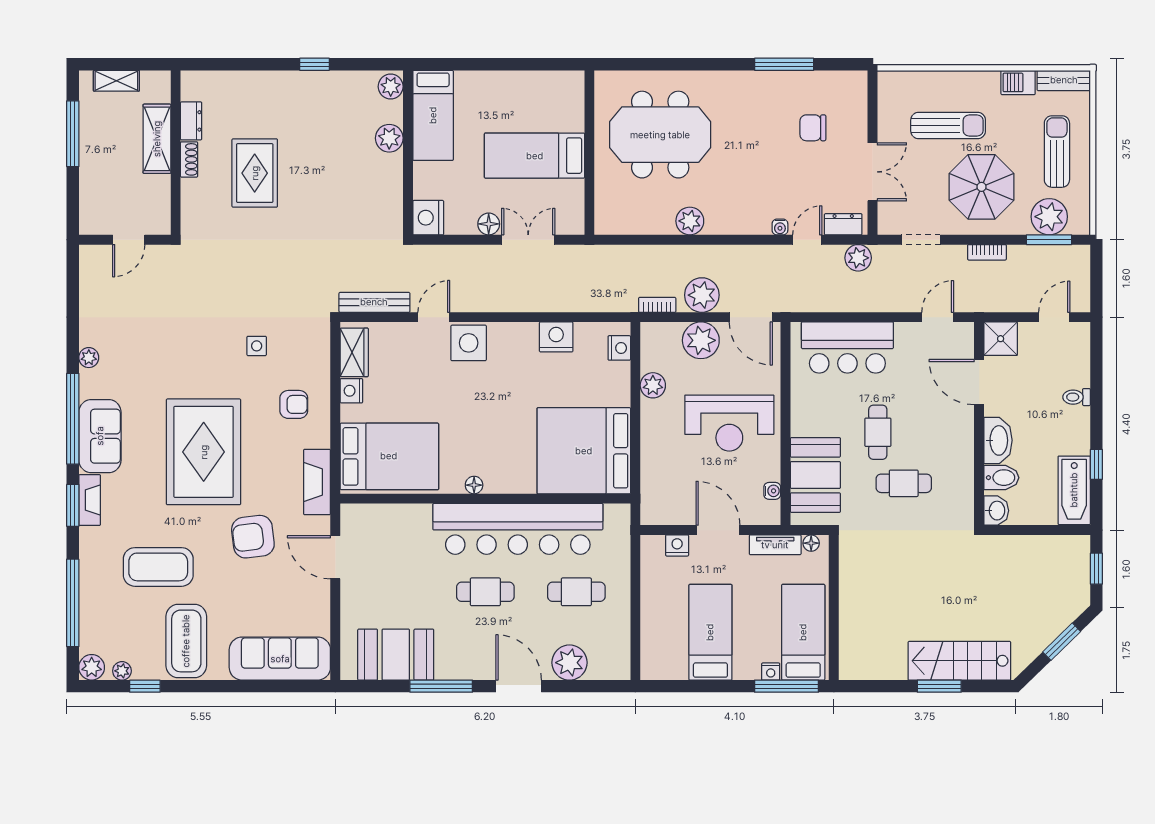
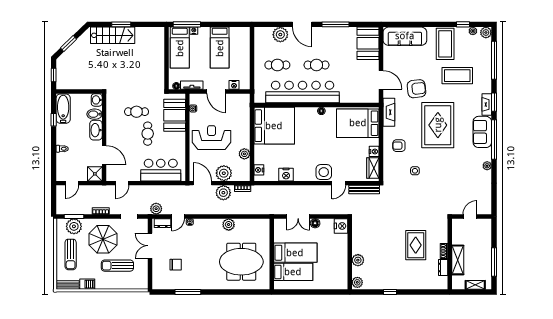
bed: (433, 115) -> (293, 272), moved, turned 90
booth: (396, 655) -> (368, 43), moved, turned 90

